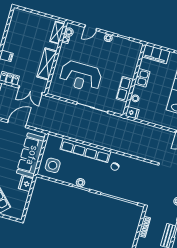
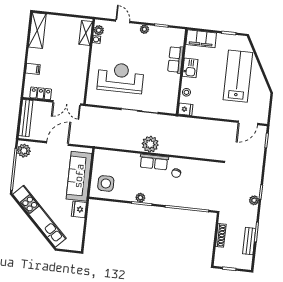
door: (91, 28) -> (123, 21), swing flipped
shelving: (47, 64) -> (37, 31), moved
reception desk: (81, 76) -> (121, 78), turned 180
row of seats: (125, 89) -> (175, 60), moved
plant: (97, 138) -> (150, 144), added
row of seats: (85, 150) -> (154, 162), width x0.50

